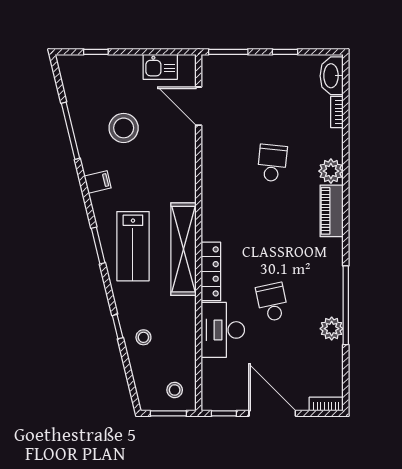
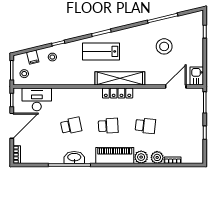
kitchen sink: (160, 67) -> (197, 76), moved
washbasin: (332, 76) -> (74, 157), moved
filing cabinet: (98, 182) -> (33, 57), moved
piano: (332, 211) -> (115, 155), width x1.37, depth x1.33
school desk: (272, 233) -> (108, 126), added
shelving: (183, 249) -> (120, 78), moved
locker: (211, 271) -> (118, 93), moved
plant: (332, 329) -> (157, 157), moved
desk: (223, 330) -> (37, 99), moved

